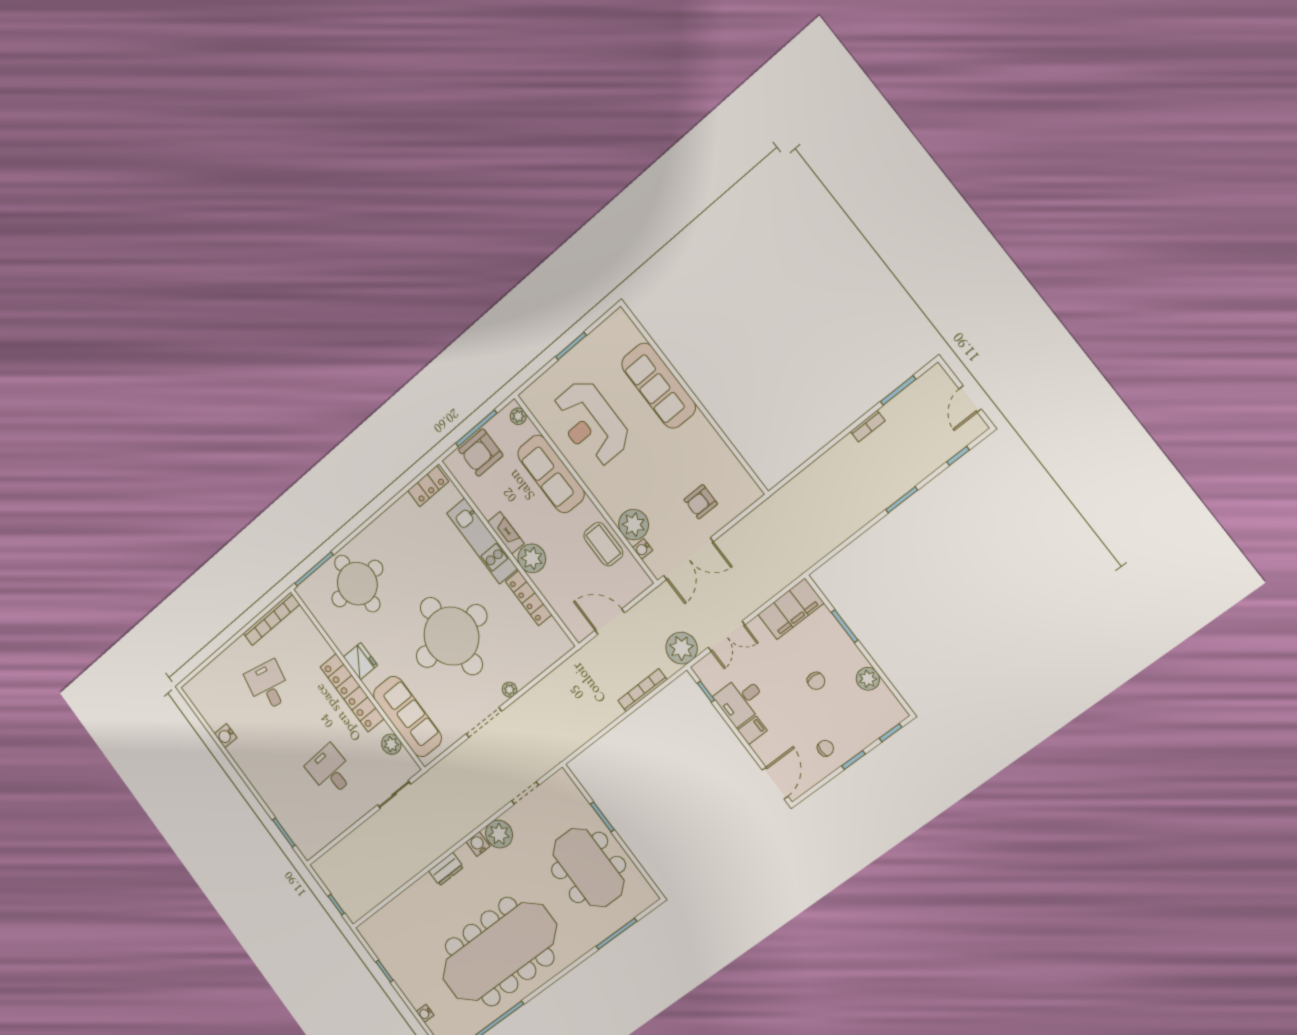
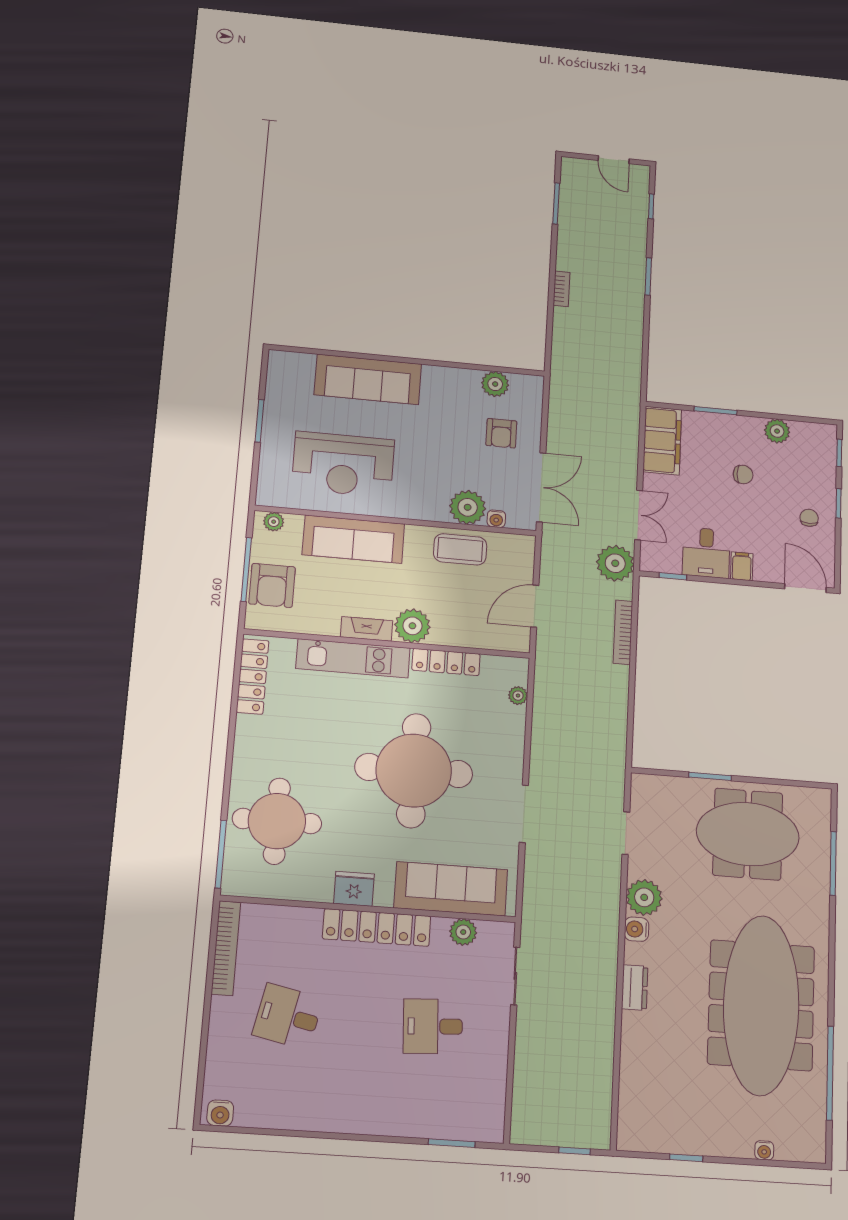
bookcase: (868, 426) -> (562, 289), moved
plant: (730, 468) -> (495, 384), added
locker: (428, 486) -> (253, 676), width x1.53
plant: (509, 690) -> (518, 696), moved
water cooler: (226, 736) -> (220, 1113), moved

